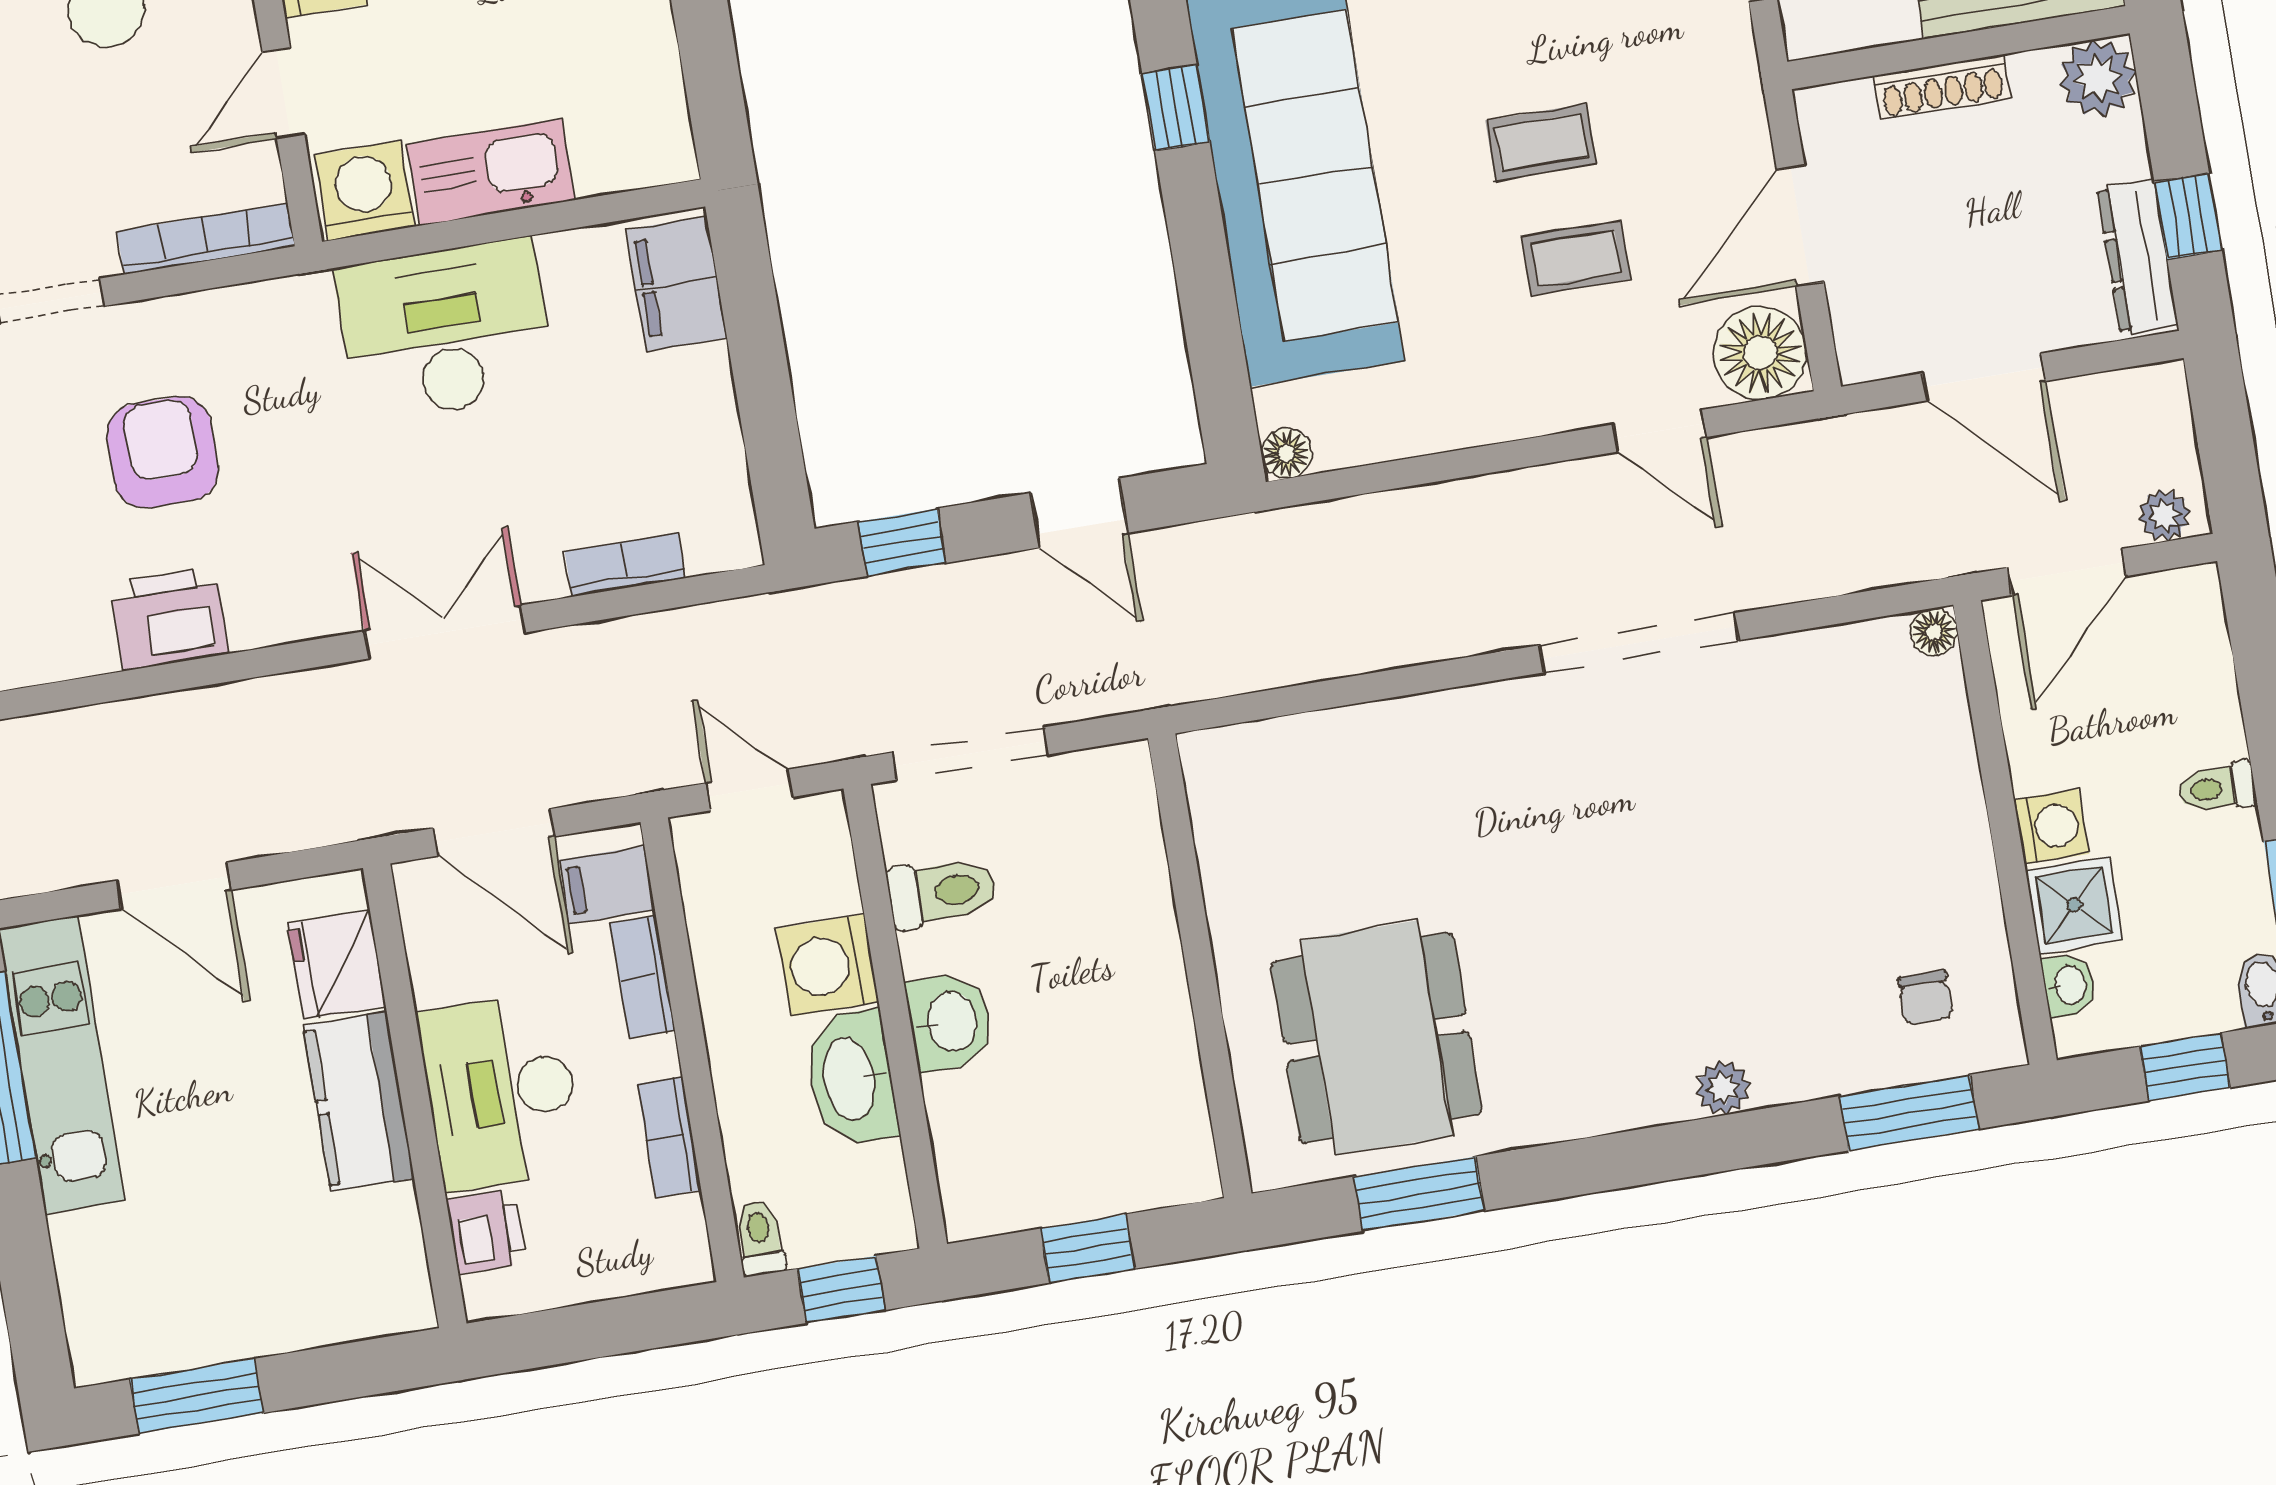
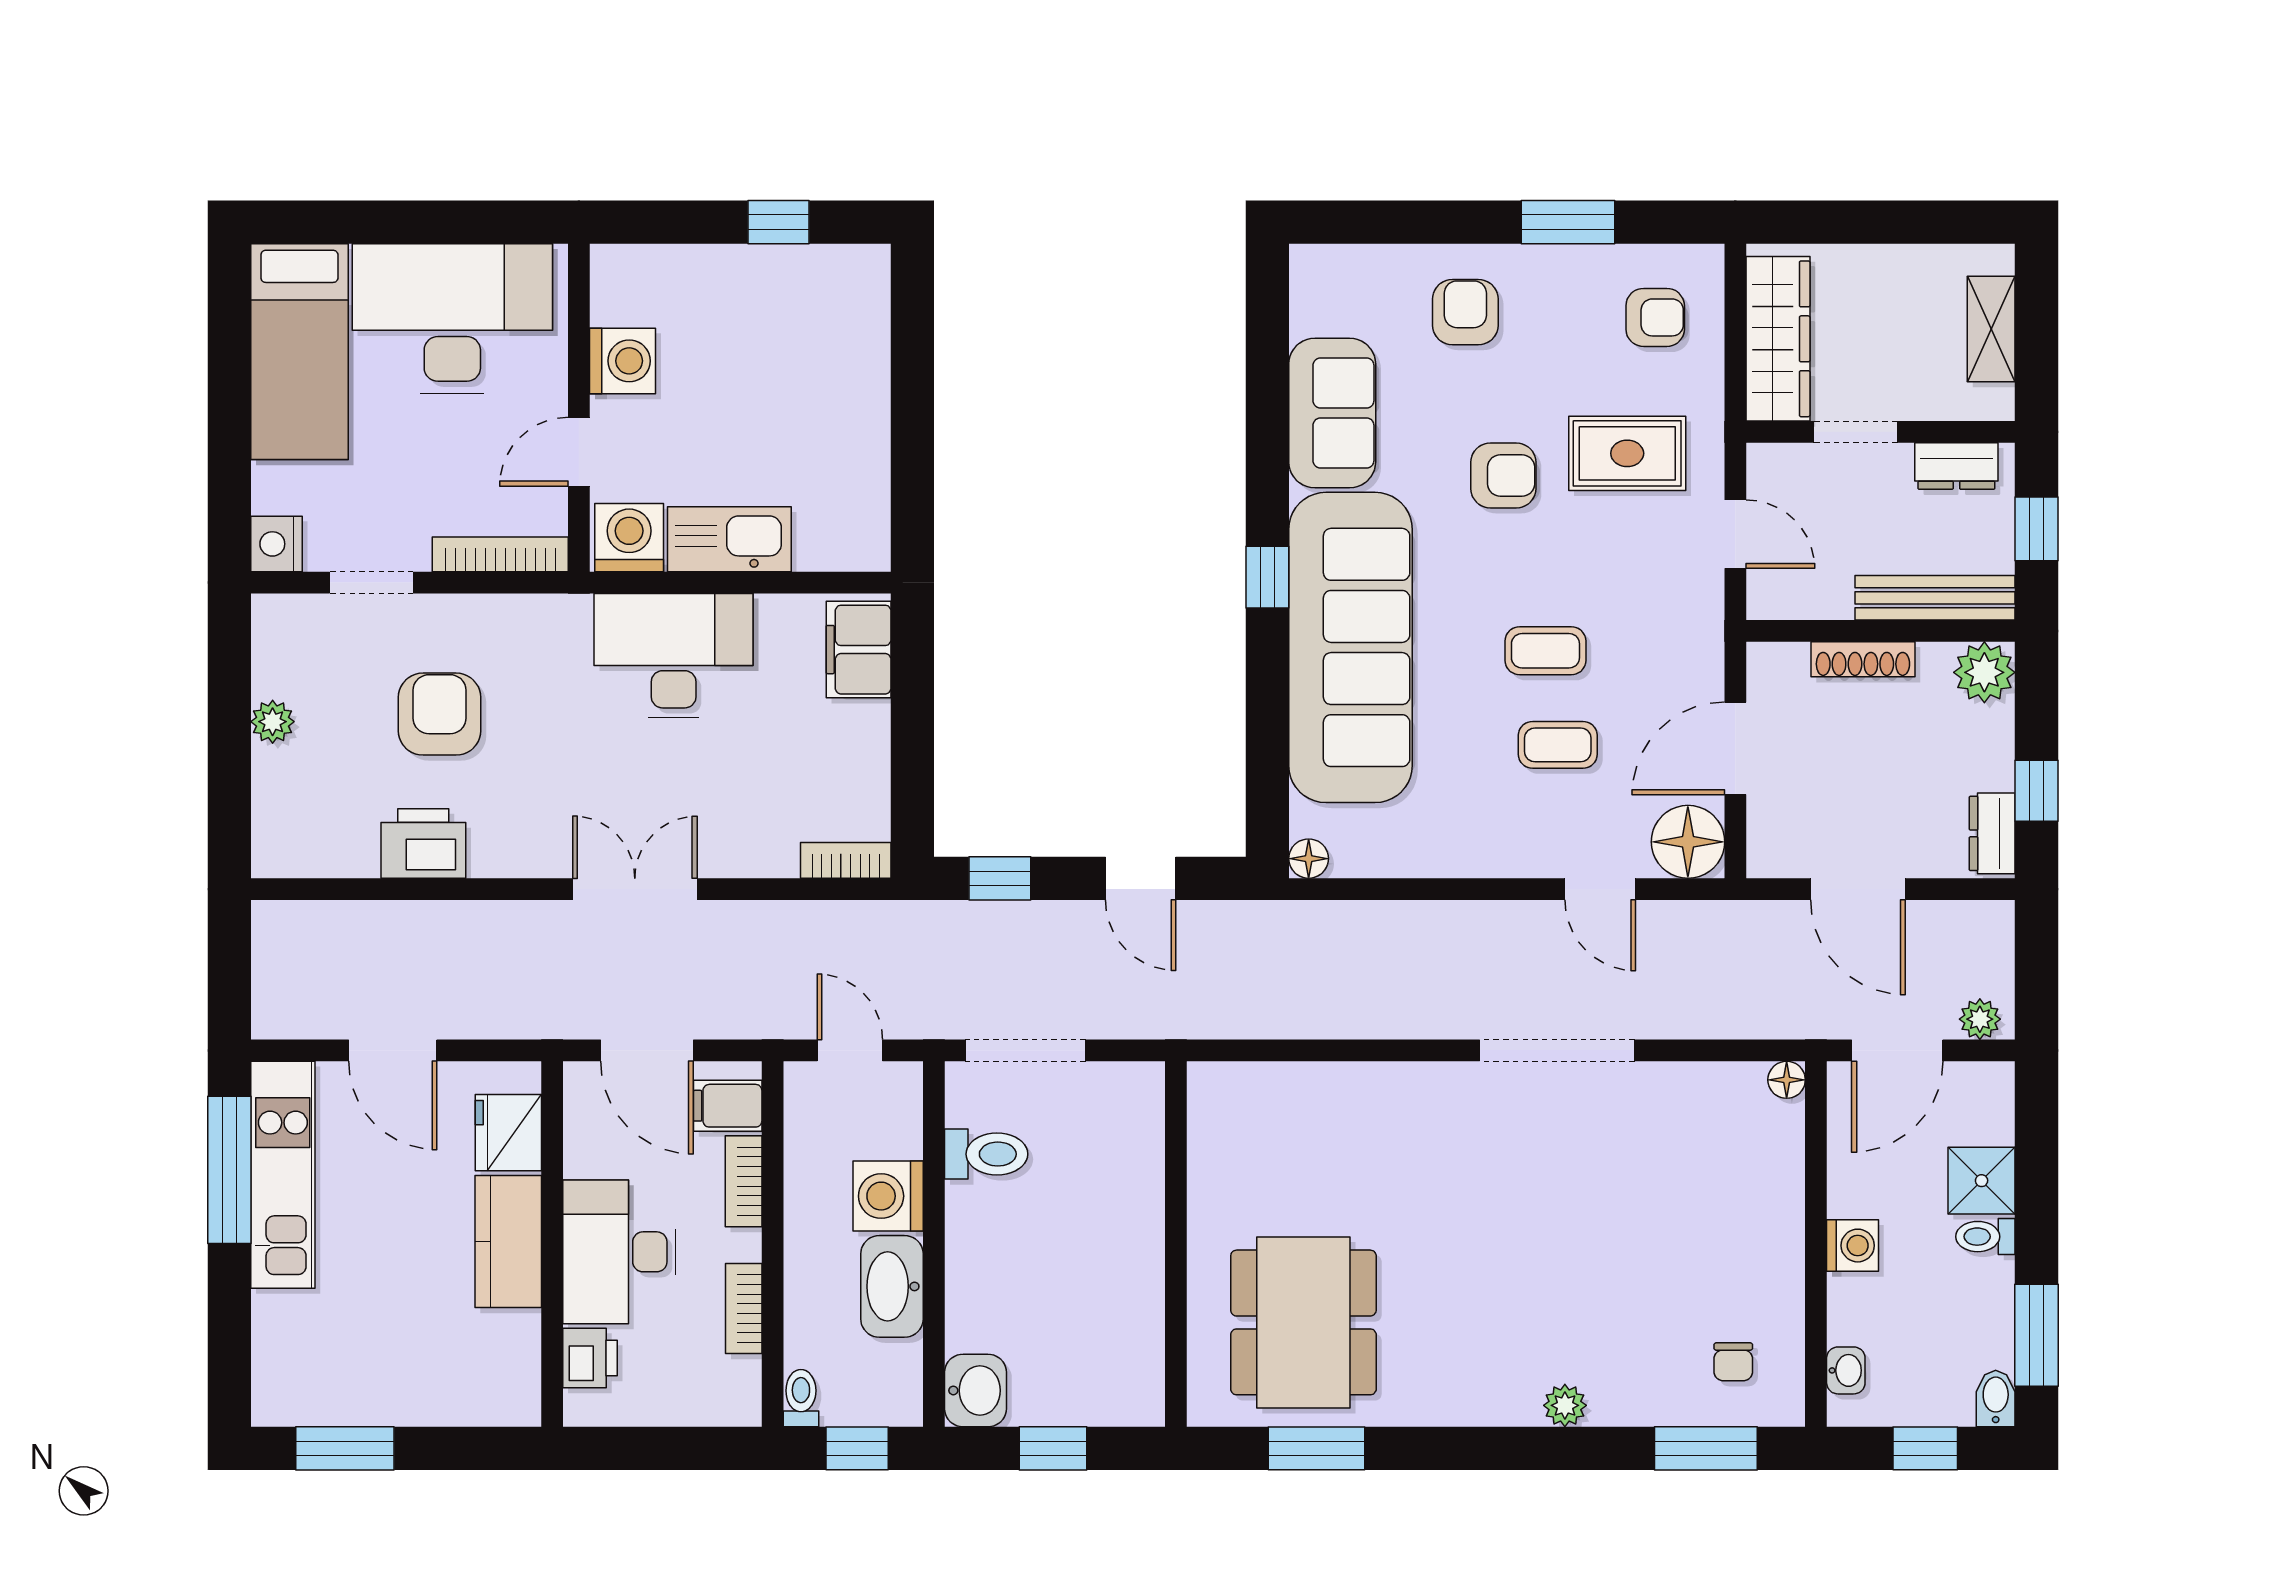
dresser: (2138, 257) -> (1992, 833), width x0.70
bookcase: (625, 565) -> (846, 860), moved
shower: (2074, 905) -> (1982, 1181), moved
washbasin: (950, 1022) -> (976, 1390), moved

